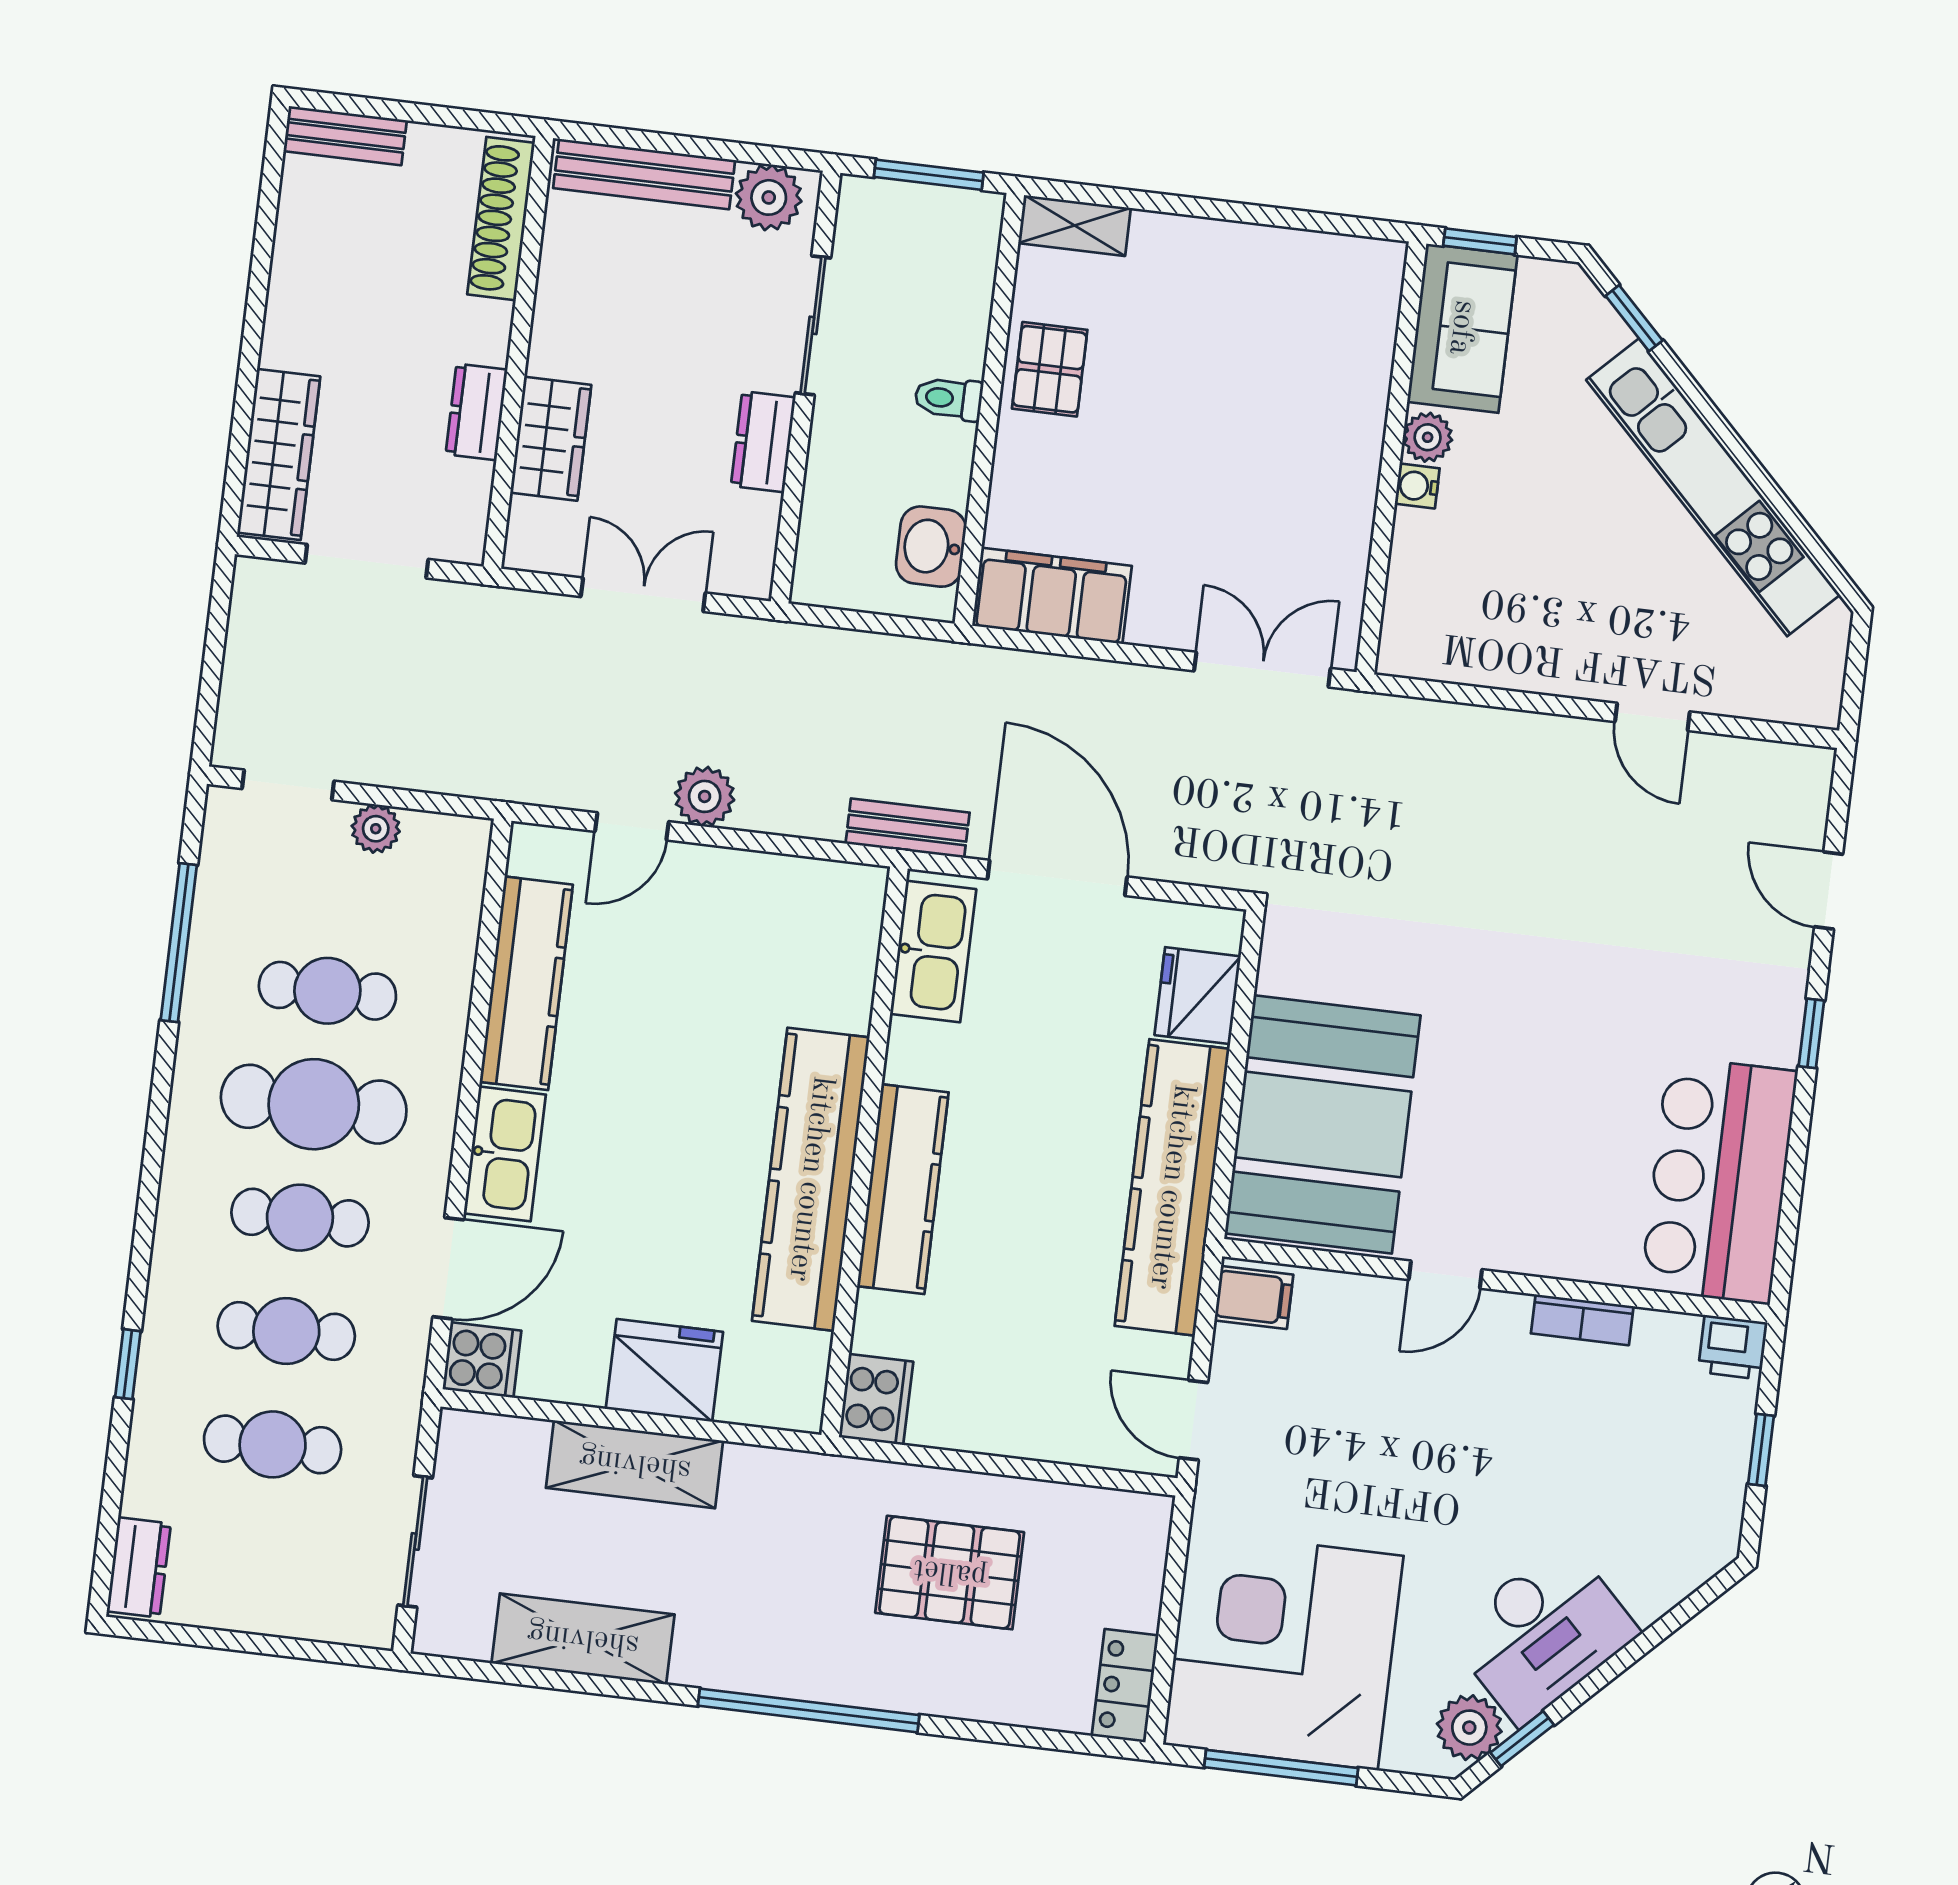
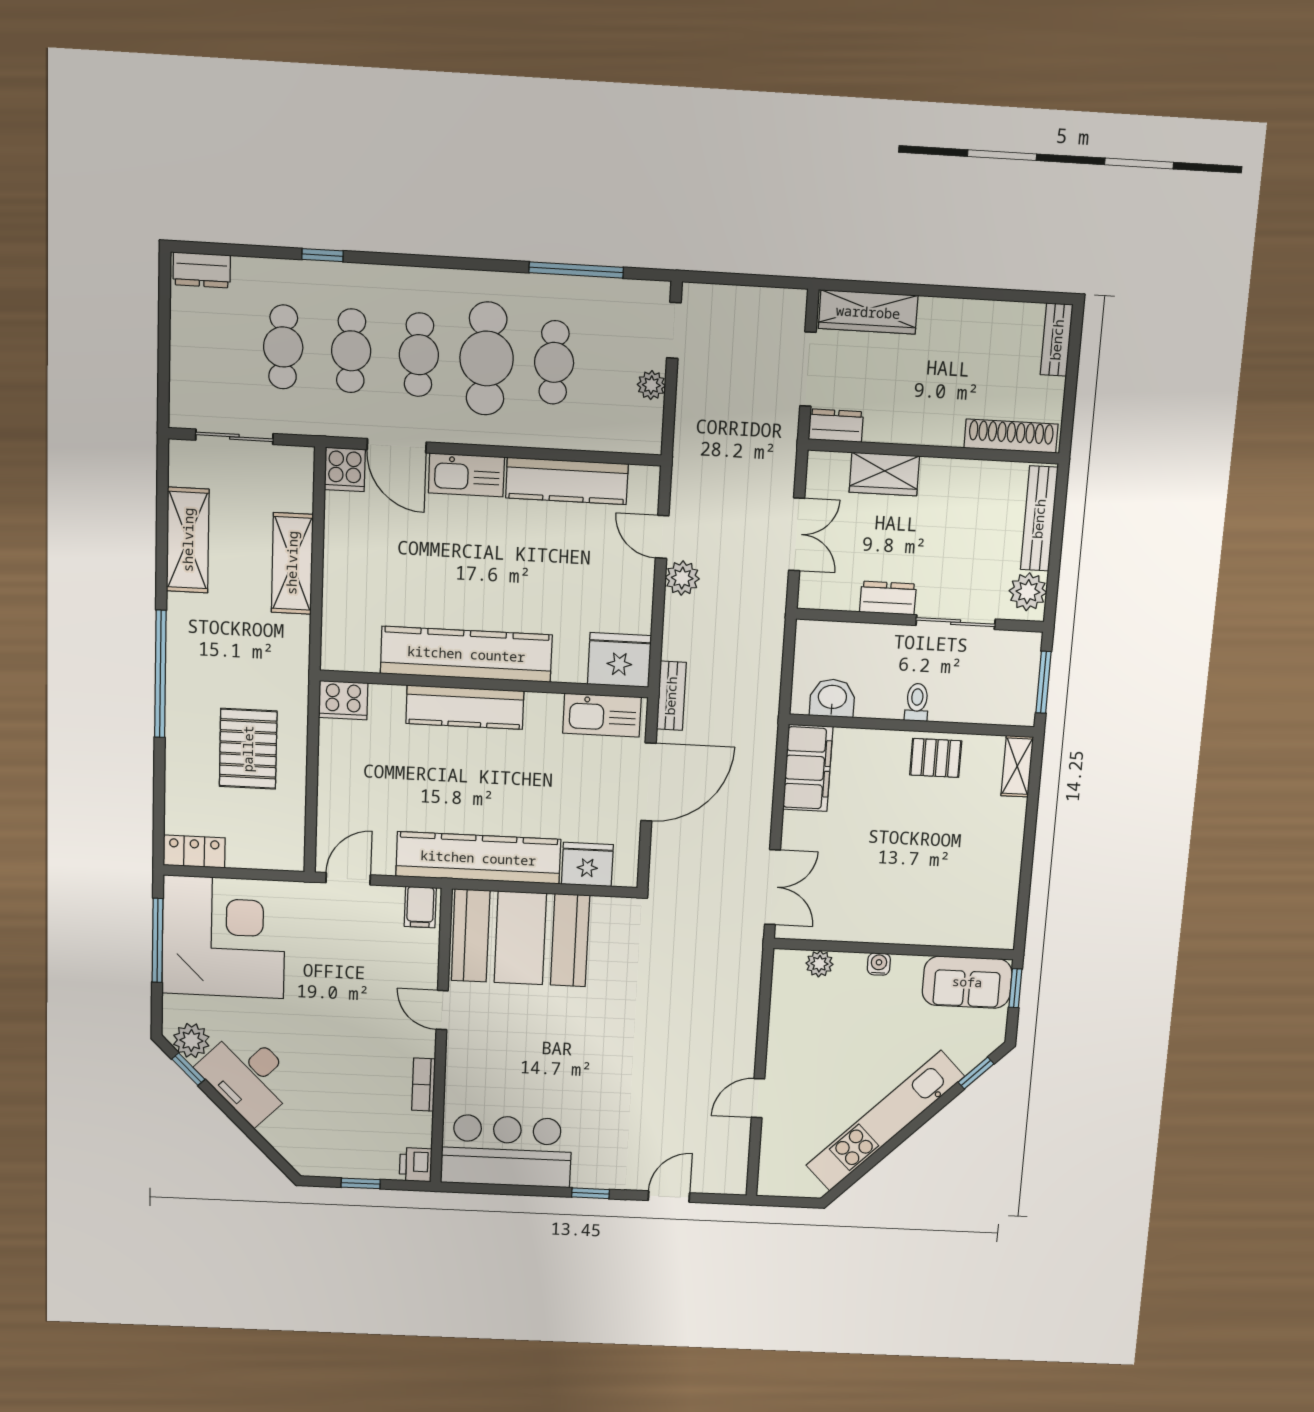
dresser: (476, 412) -> (836, 426), moved
plant: (1428, 437) -> (819, 964), moved
fridge: (664, 1370) -> (619, 660), moved, turned -90

